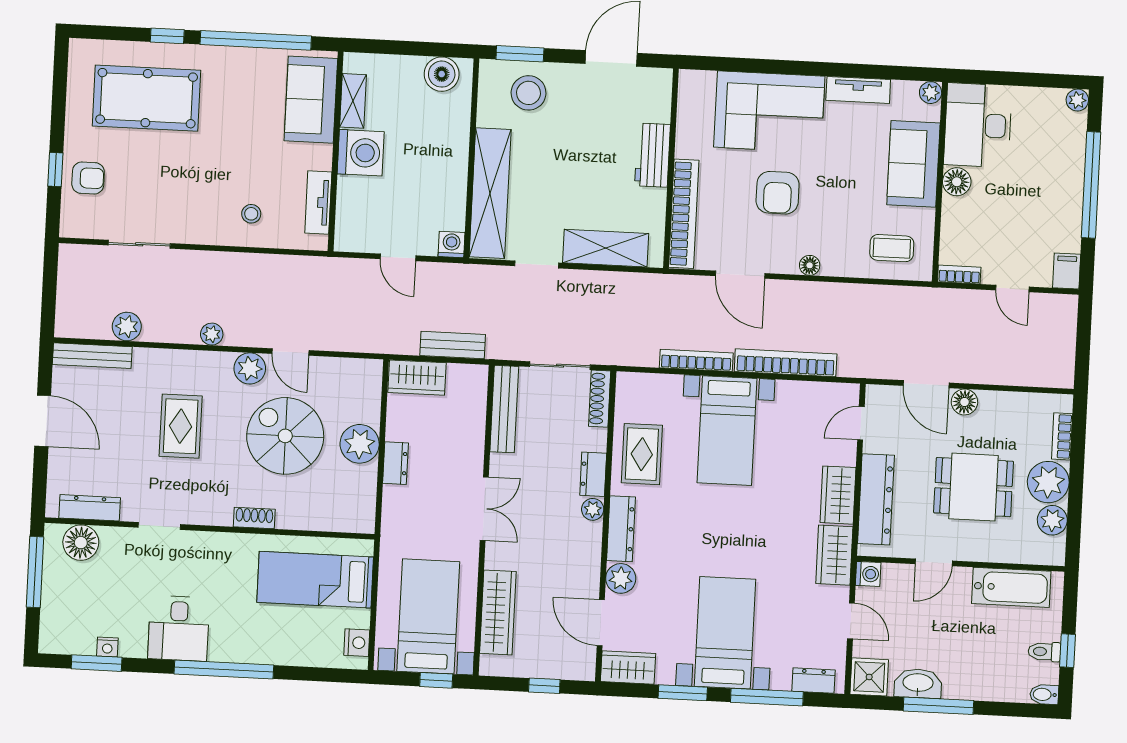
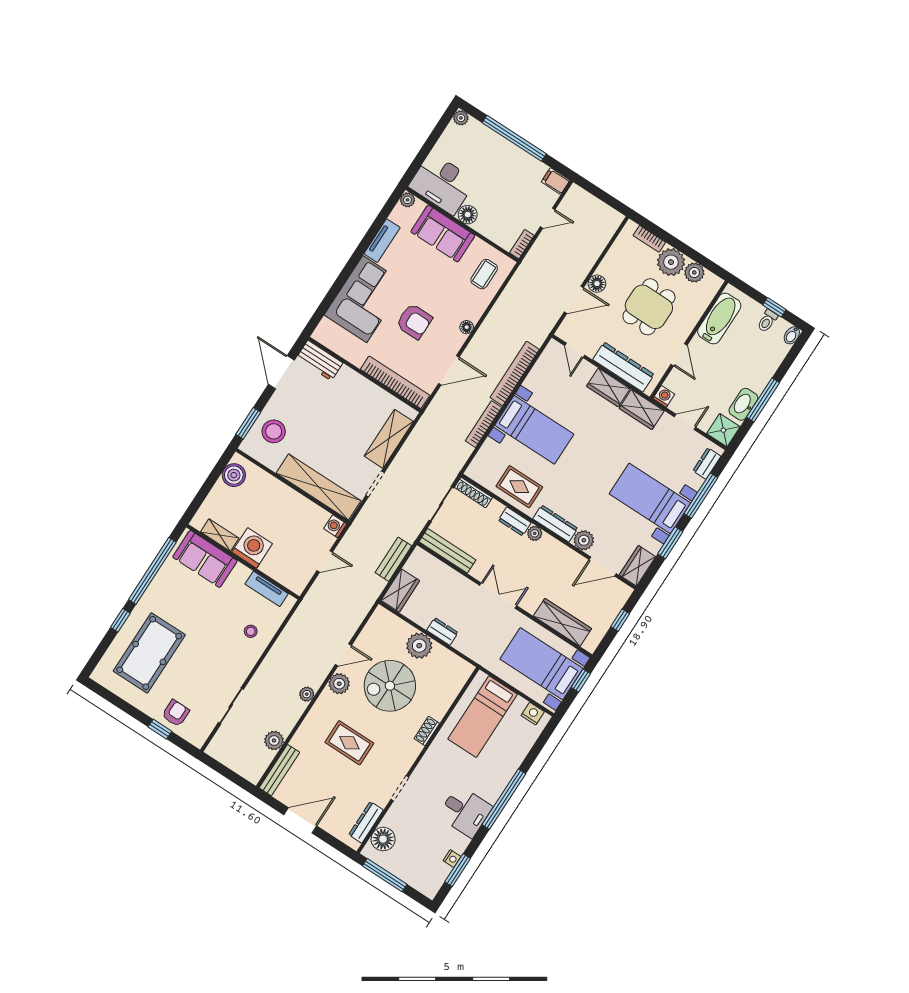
workbench: (653, 155) -> (320, 360), moved

